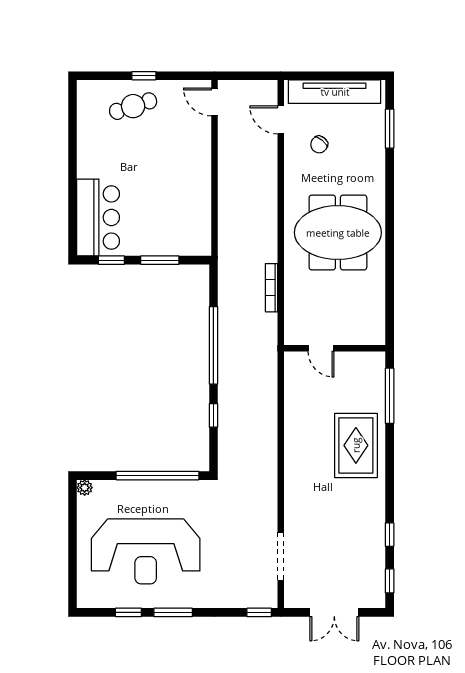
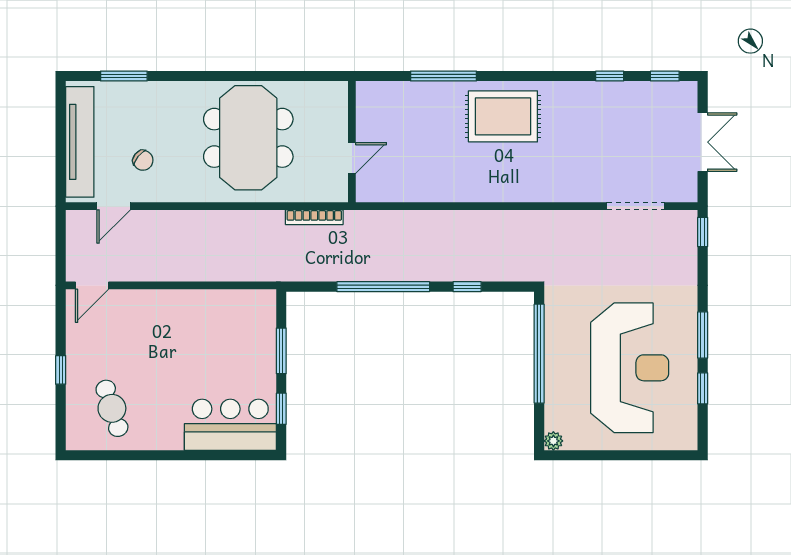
cafe table: (133, 106) -> (112, 408), moved
door: (321, 348) -> (352, 158), moved
wall: (335, 348) -> (352, 142), moved

